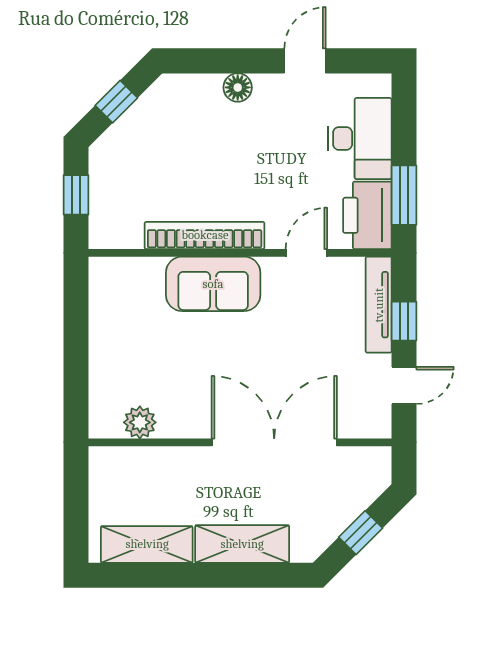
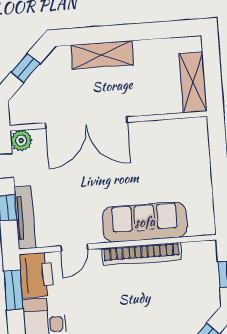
sofa: (213, 284) -> (145, 222), width x1.36
plant: (140, 422) -> (21, 140), moved
shelving: (147, 544) -> (193, 82), moved, turned 90

